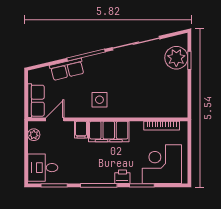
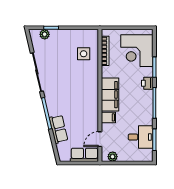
plant: (176, 58) -> (45, 34), width x0.53, depth x0.53
side table: (99, 100) -> (84, 54), moved
door: (55, 119) -> (100, 139), hinge flipped
desk: (43, 168) -> (141, 137), moved, turned -90

